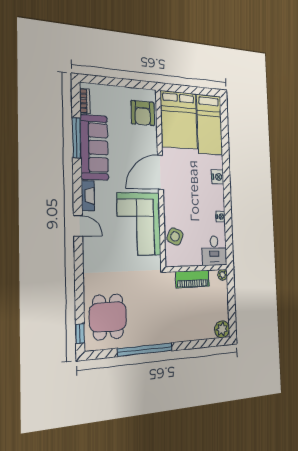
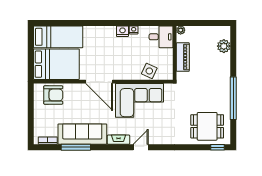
nightstand: (218, 177) -> (122, 31), moved
plant: (222, 329) -> (224, 46), moved

